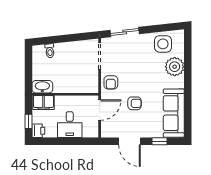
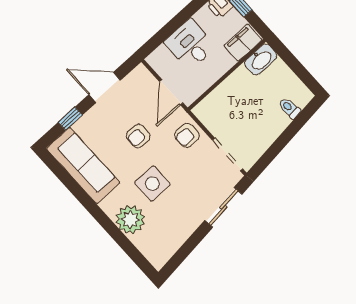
side table: (163, 44) -> (152, 184), moved
armchair: (111, 82) -> (187, 135), turned -90

